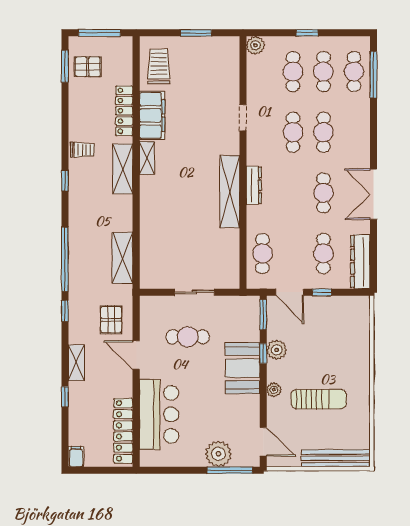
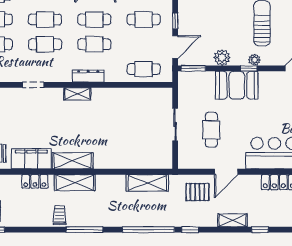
locker: (124, 111) -> (35, 181), width x0.66
shelving: (147, 158) -> (73, 161), width x1.50, depth x1.33
window: (65, 181) -> (84, 230), width x2.17
shelving: (230, 192) -> (77, 94), width x0.45, depth x0.75
cafe table: (293, 193) -> (94, 44), added
window: (263, 353) -> (249, 68), moved

